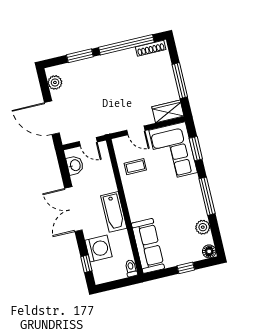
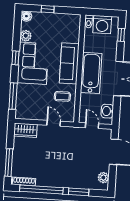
window: (180, 81) -> (9, 163), moved
window: (196, 149) -> (13, 96), width x1.44
corner sofa: (173, 151) -> (33, 63), moved
window: (207, 196) -> (15, 58), width x0.46
bathtub: (114, 212) -> (91, 73), width x1.36, depth x1.36
sofa: (148, 246) -> (69, 63), moved
washing machine: (99, 249) -> (102, 25), moved, turned -90

